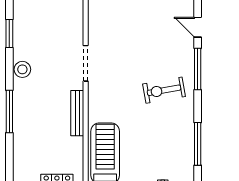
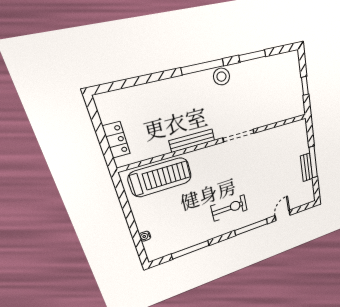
exercise bike: (164, 90) -> (229, 208), turned 100
window: (9, 111) -> (203, 67), moved

